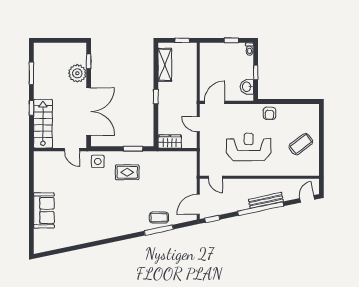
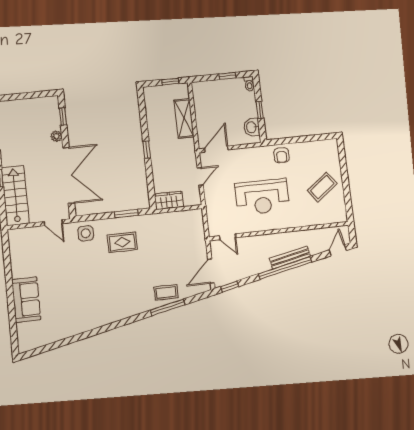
shelving: (165, 65) -> (184, 118), moved
plant: (77, 73) -> (56, 136), width x0.53, depth x0.53
door: (198, 124) -> (200, 176), swing flipped
reception desk: (249, 147) -> (262, 197), turned 180

